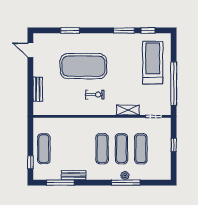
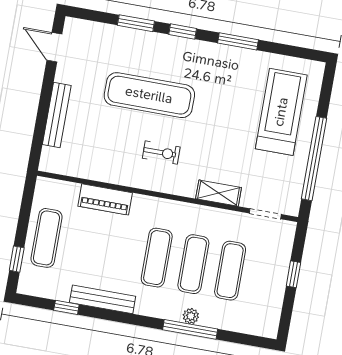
window: (148, 30) -> (183, 32), moved
exercise mat: (83, 66) -> (149, 95), width x0.68
bench: (38, 89) -> (57, 115), width x1.36
piano: (70, 124) -> (105, 199), added
bench: (74, 175) -> (103, 299), width x1.36
window: (60, 183) -> (66, 307), width x0.46

